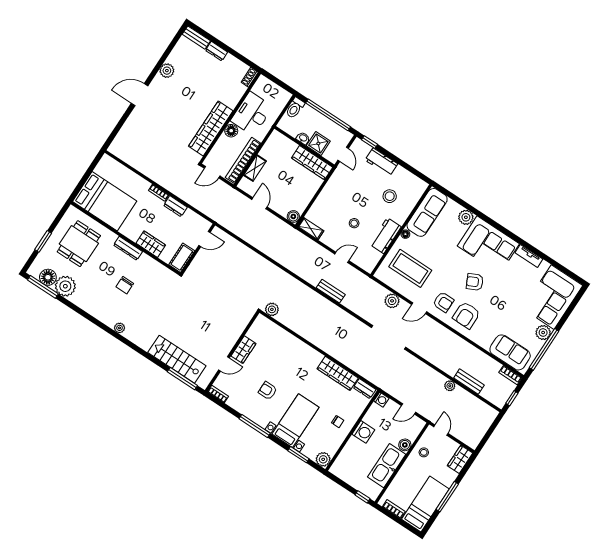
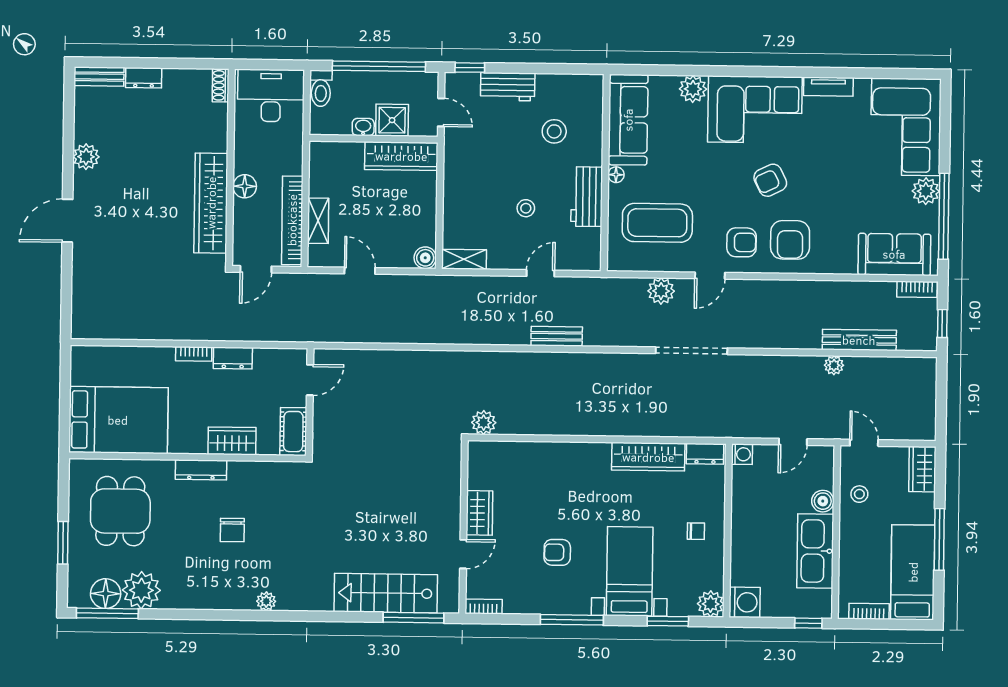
desk: (252, 114) -> (271, 96), moved, turned 90
bench: (469, 381) -> (859, 340), width x1.36
washing machine: (363, 432) -> (745, 602), moved

